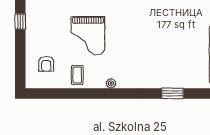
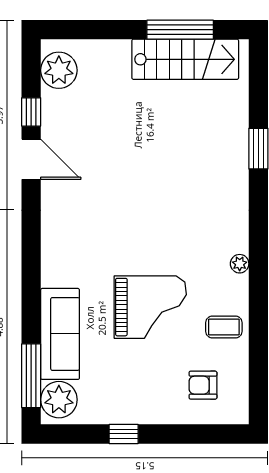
armchair: (46, 64) -> (203, 385), turned 180

